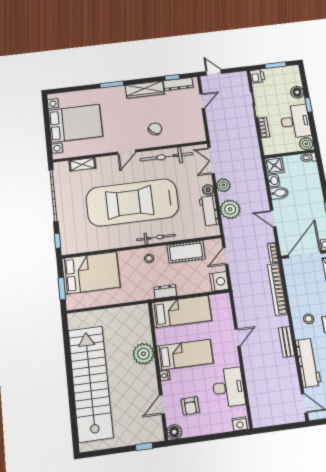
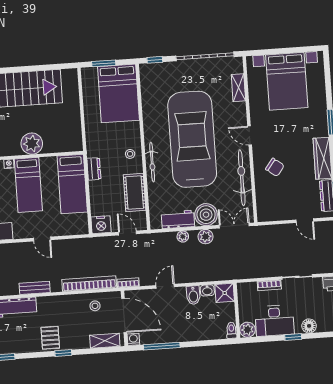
boiler: (208, 190) -> (206, 215), width x1.86, depth x1.86
plant: (230, 209) -> (183, 237), width x0.53, depth x0.53
stool: (309, 319) -> (95, 306), moved

